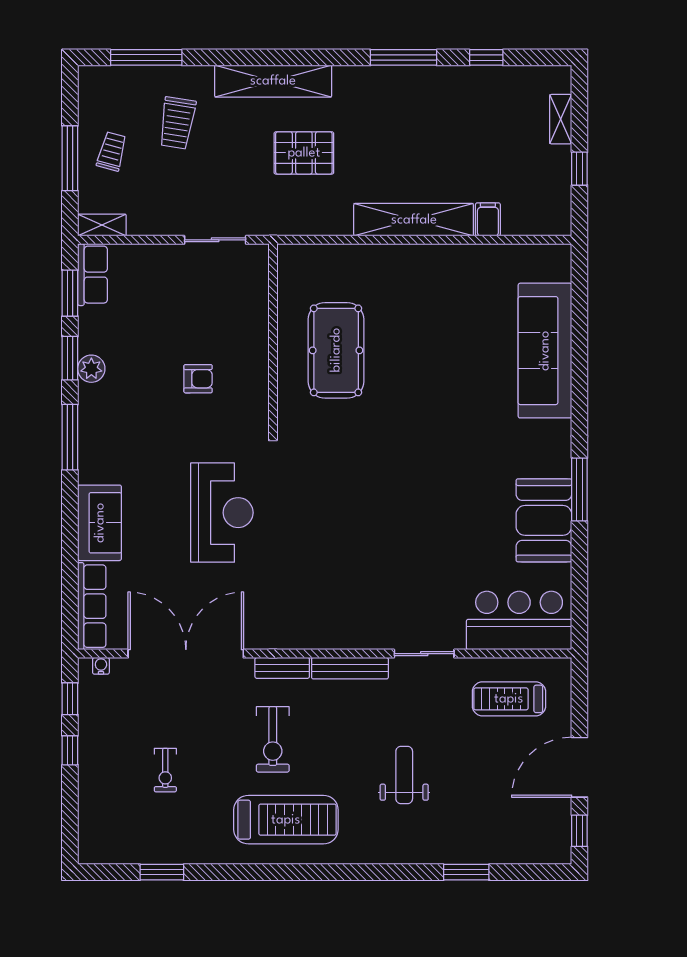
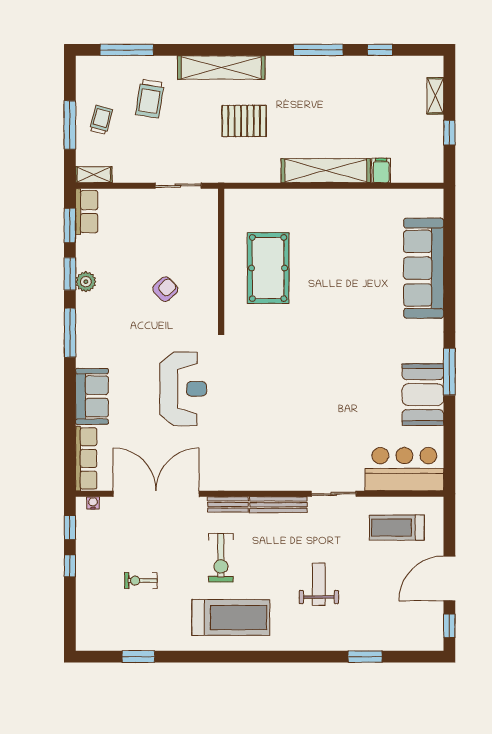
armchair: (198, 379) -> (165, 289), turned -43
exercise bike: (165, 770) -> (141, 581), turned 90

